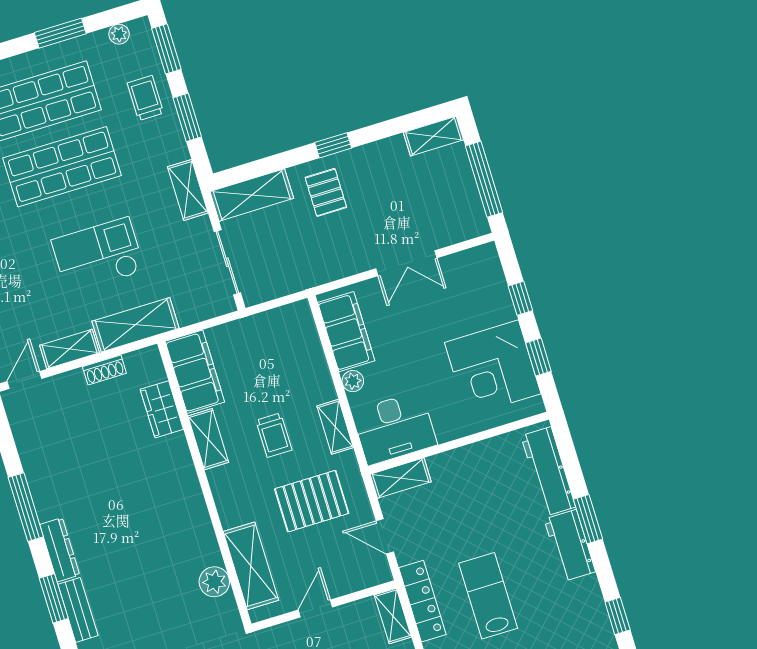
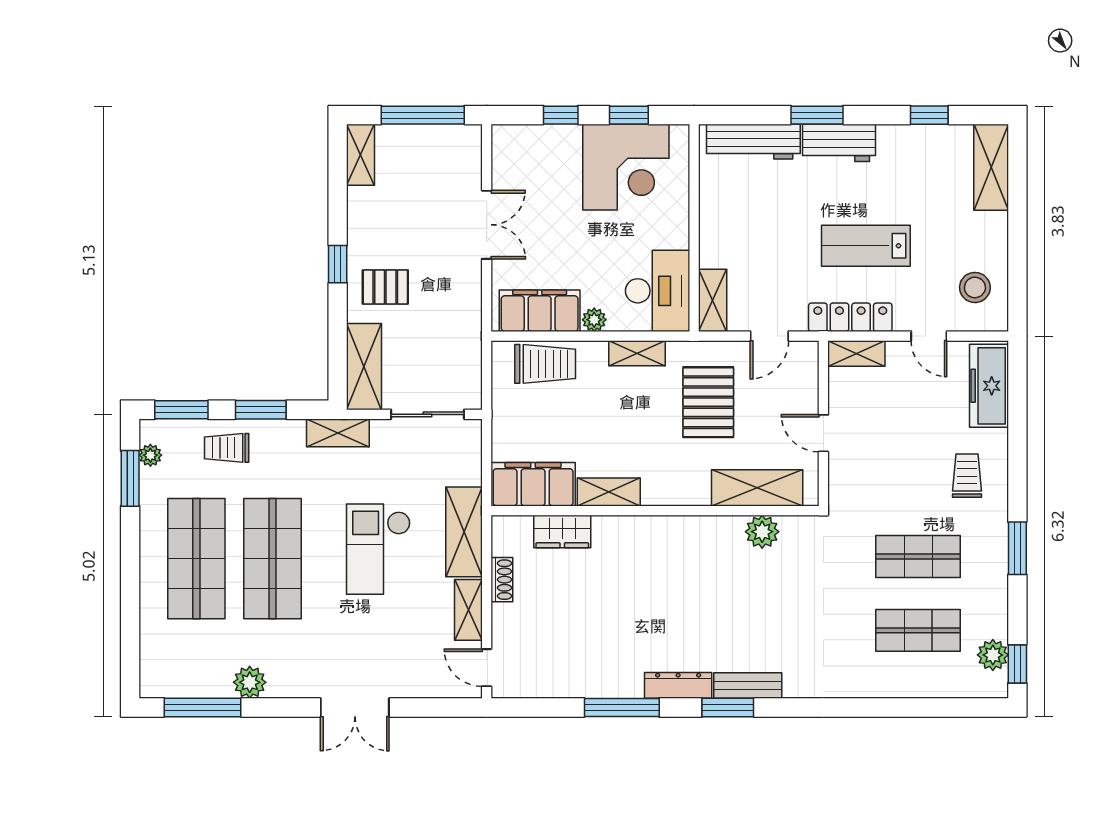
window: (60, 33) -> (130, 478), moved
trolley: (274, 435) -> (545, 364), moved, width x1.36, depth x1.39

